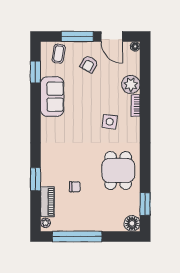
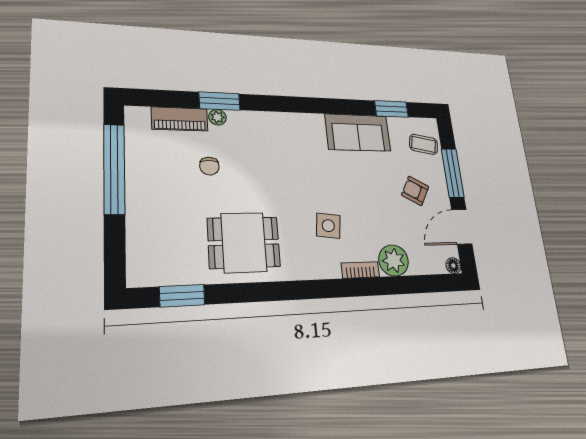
plant: (45, 223) -> (217, 117), moved
floor lamp: (132, 223) -> (142, 272), removed

